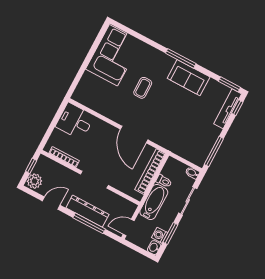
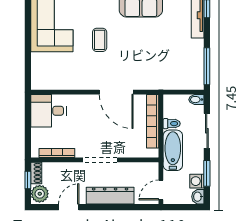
shoe rack: (40, 164) -> (36, 173), added
window: (89, 223) -> (118, 207), removed

